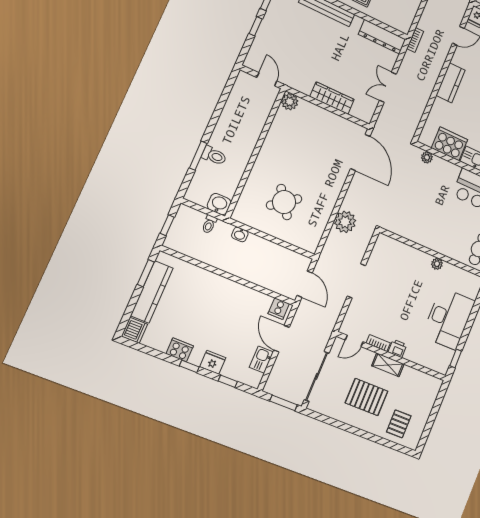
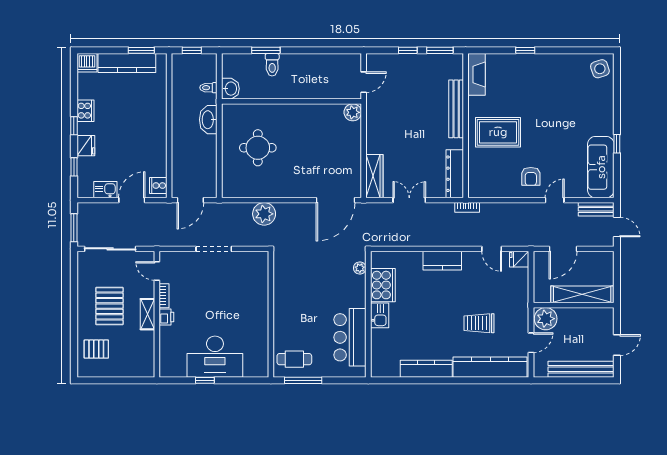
wardrobe: (332, 98) -> (374, 176), moved
round table: (284, 202) -> (258, 148), turned 36
washbasin: (240, 234) -> (208, 120), width x1.91, depth x1.45
plant: (437, 264) -> (262, 322), removed
window: (456, 358) -> (205, 380), moved

